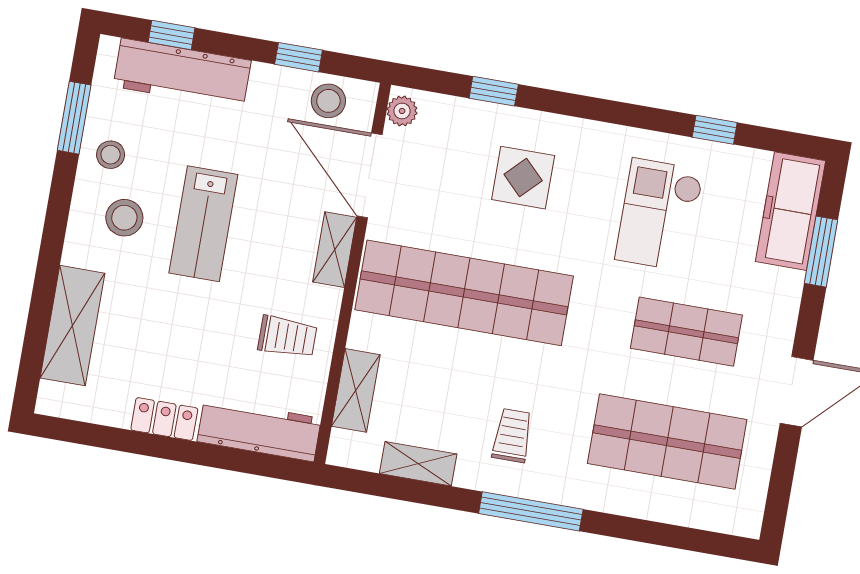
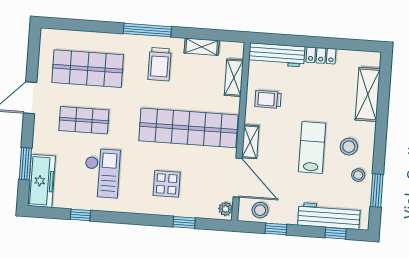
trolley: (512, 436) -> (159, 64), width x1.36, depth x1.39

